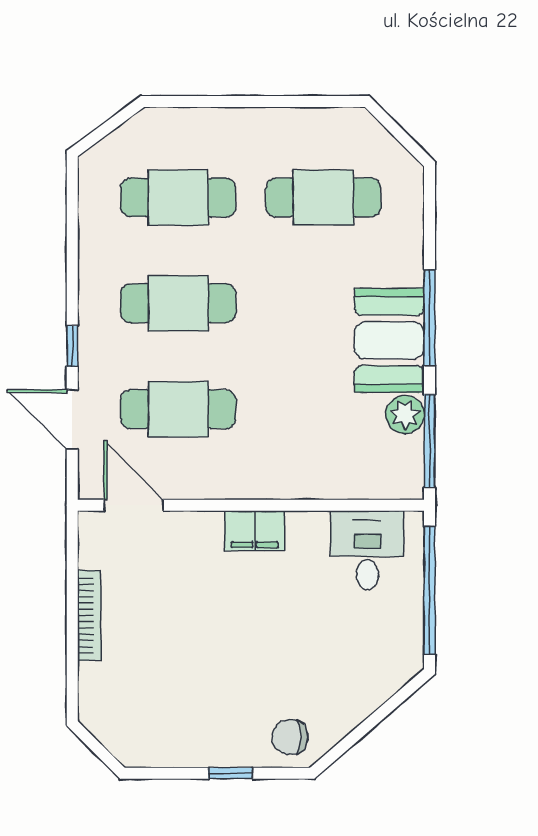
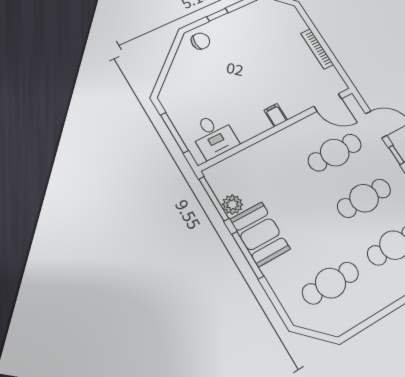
filing cabinet: (255, 531) -> (276, 115), width x0.50
window: (430, 590) -> (174, 133), width x0.68

